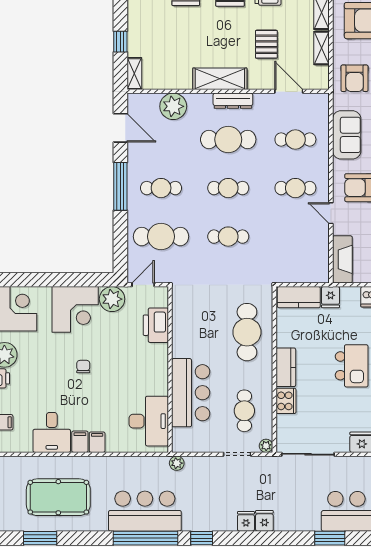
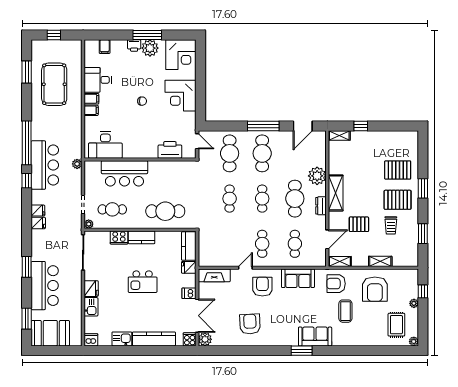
shelving: (322, 48) -> (340, 261), moved
dresser: (233, 101) -> (321, 206), width x0.70
plant: (173, 106) -> (317, 176), moved
cafe table: (161, 188) -> (262, 153), width x1.37, depth x1.35
plant: (112, 299) -> (187, 120), removed
bar counter: (145, 511) -> (45, 165), moved

